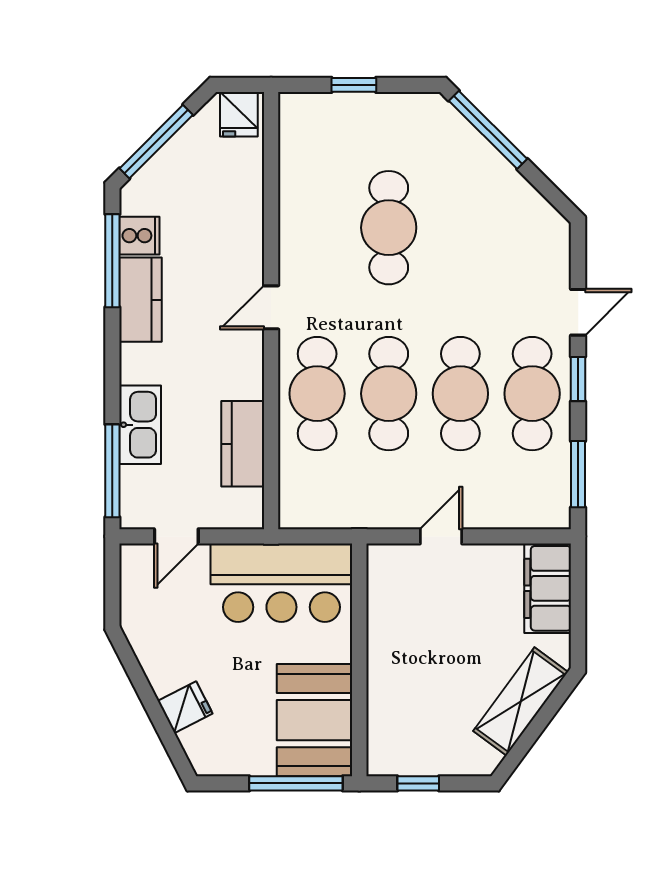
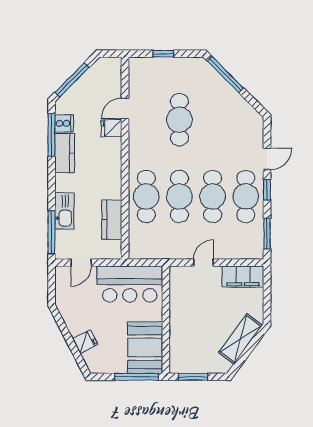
fridge: (239, 114) -> (111, 128), moved, turned 90
door: (271, 307) -> (125, 108), moved
filing cabinet: (548, 588) -> (243, 277), moved, turned -90
window: (418, 783) -> (193, 377), width x1.50

